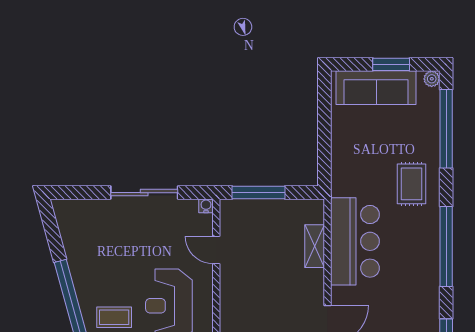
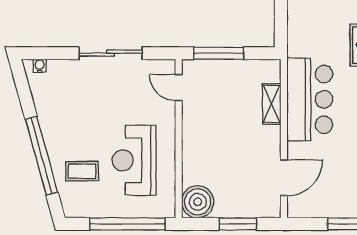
water cooler: (206, 206) -> (40, 66), moved
door: (216, 250) -> (179, 88), moved

